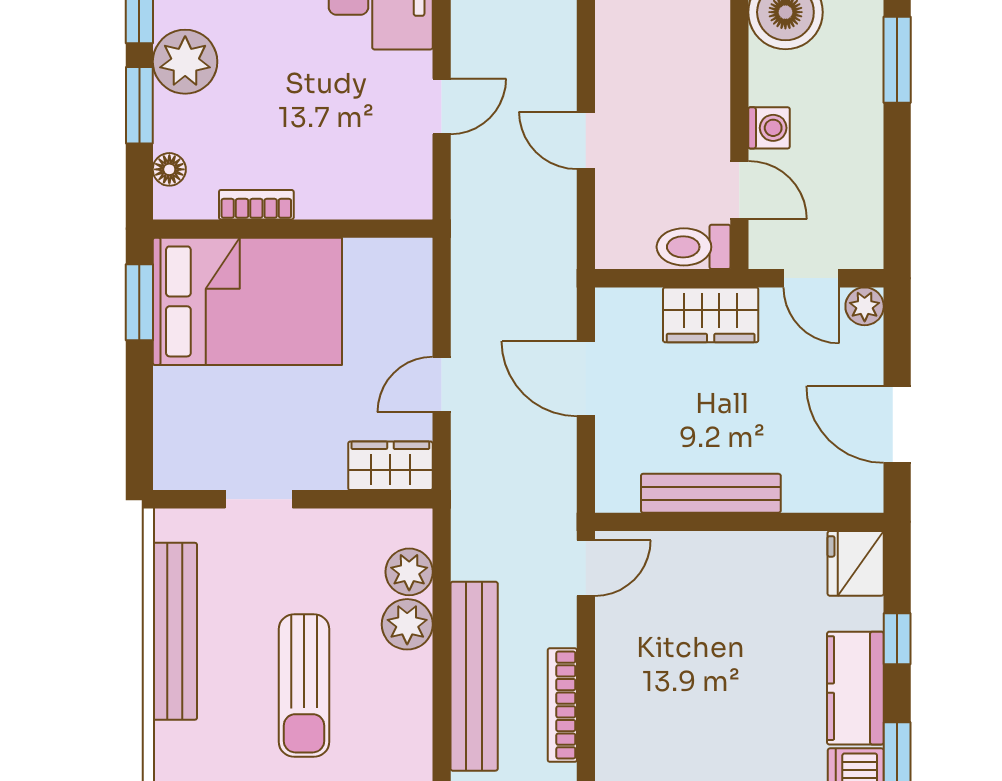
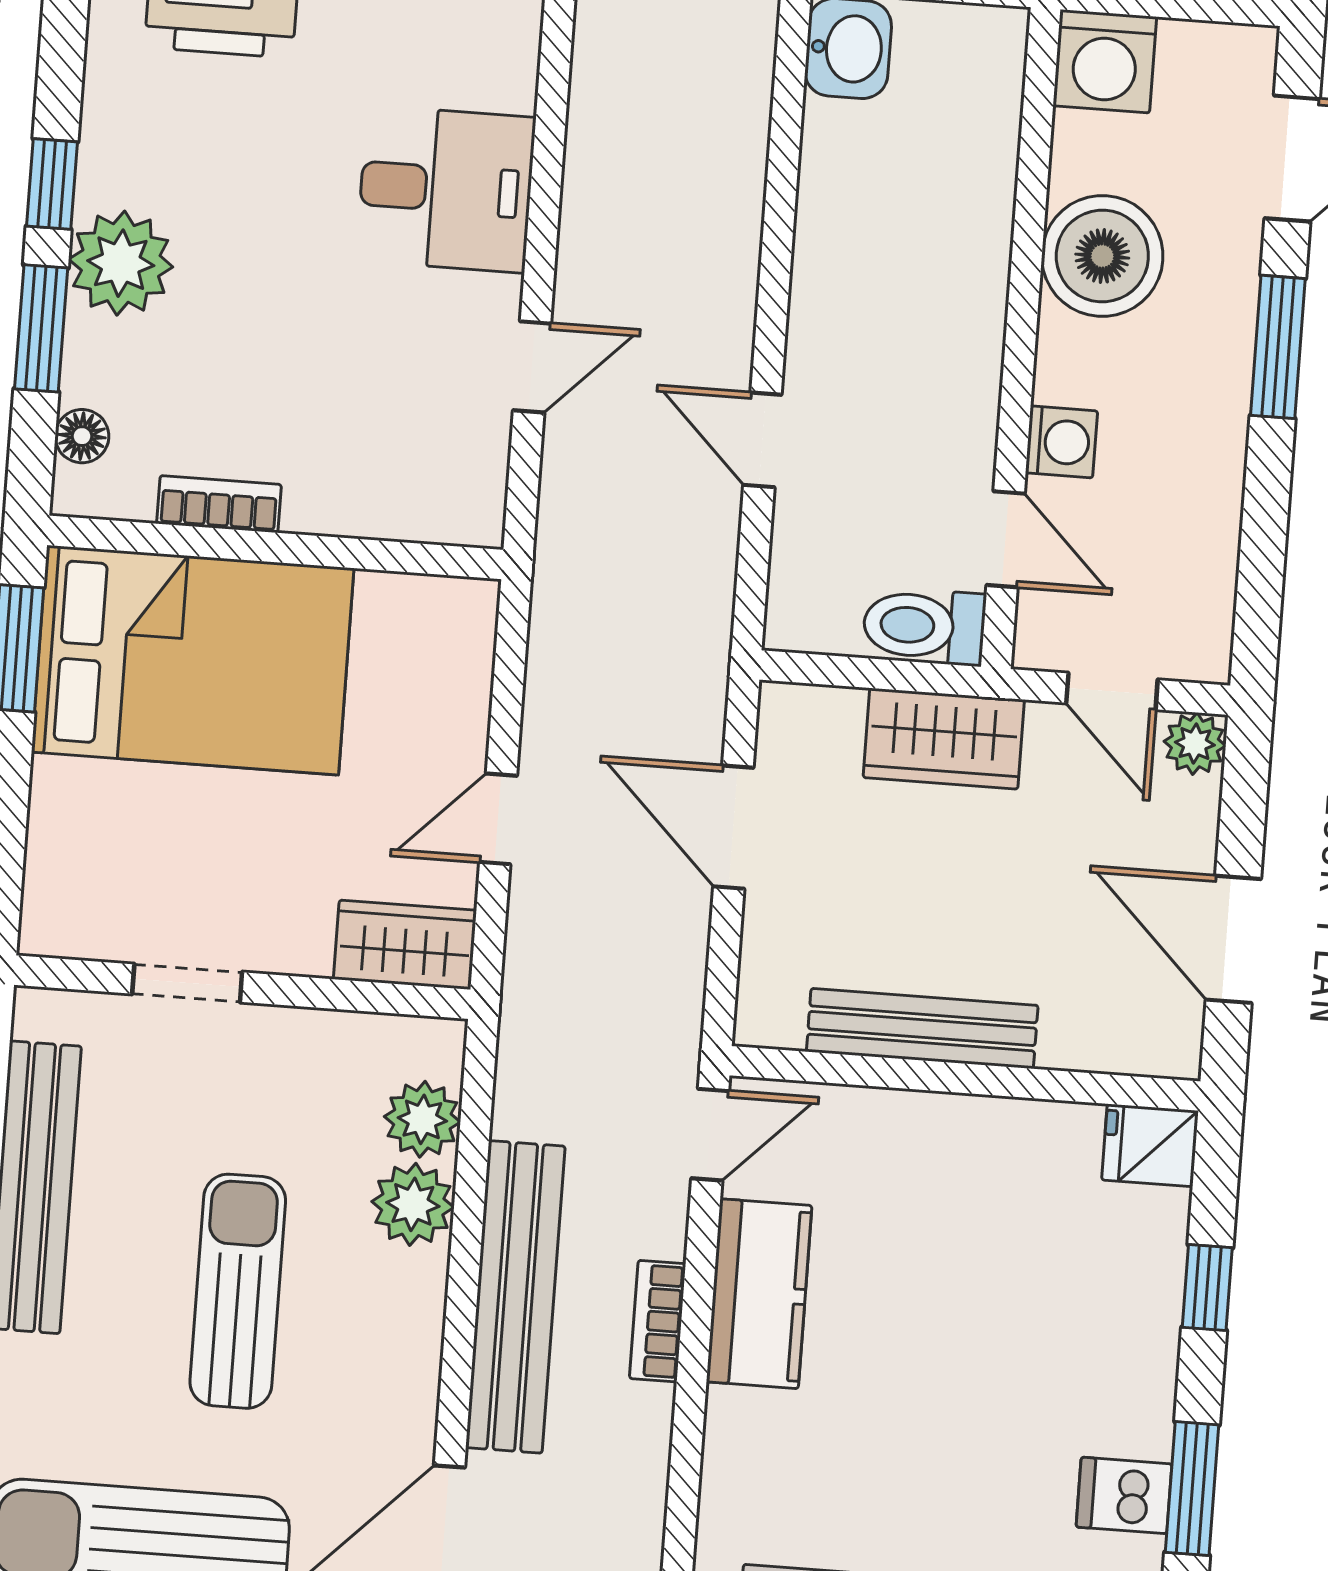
fridge: (856, 563) -> (1150, 1145), width x0.72
sun lounger: (304, 685) -> (238, 1291), turned 180
kitchen counter: (855, 688) -> (759, 1294), moved, turned 180
bookcase: (562, 705) -> (658, 1321), width x0.64

